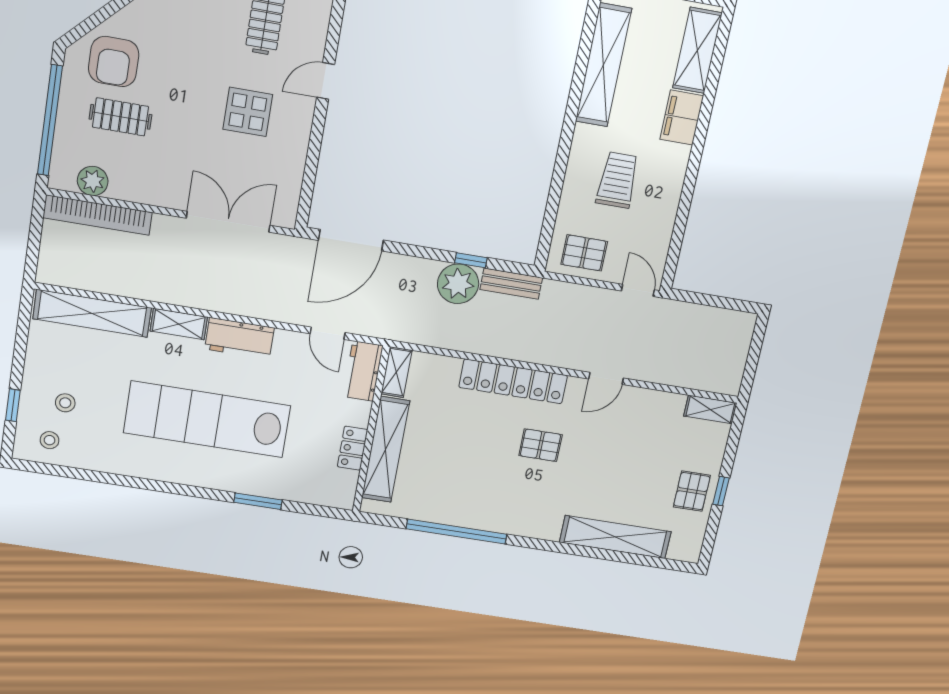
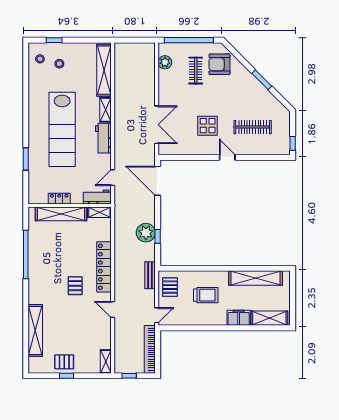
bookcase: (98, 215) -> (150, 349), moved
bench: (511, 284) -> (150, 275), moved
window: (751, 367) -> (129, 376), added
lab bench: (207, 419) -> (62, 129), turned 180

